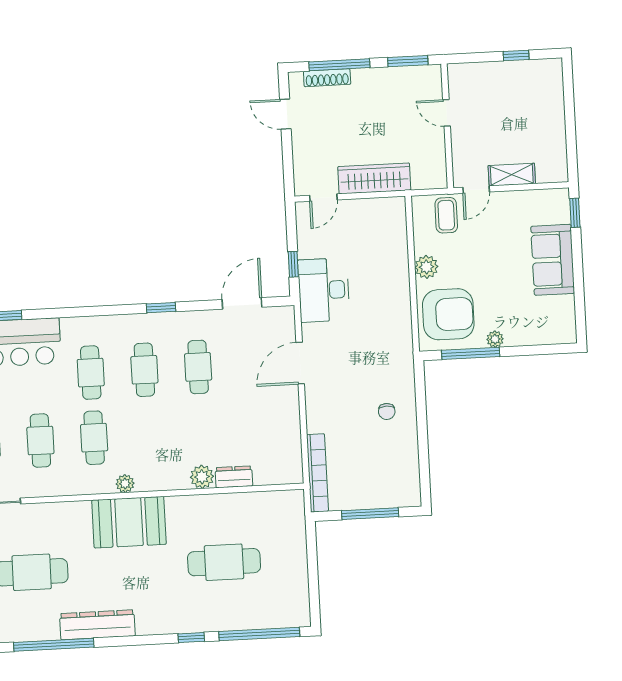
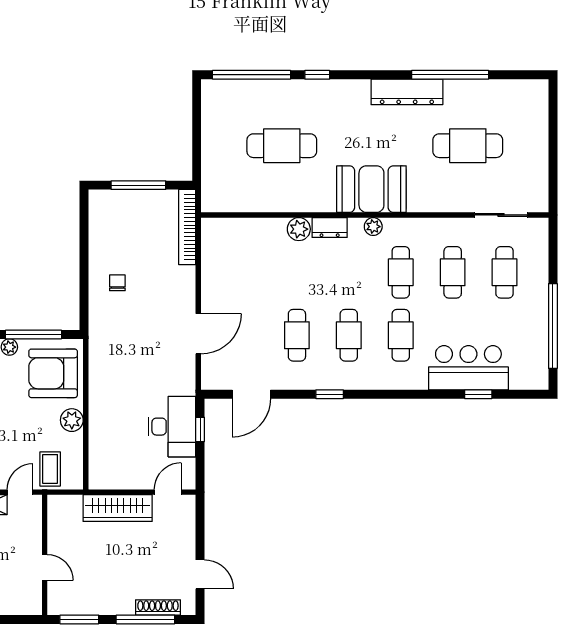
desk: (324, 290) -> (172, 427), moved
dresser: (234, 477) -> (330, 227), moved

